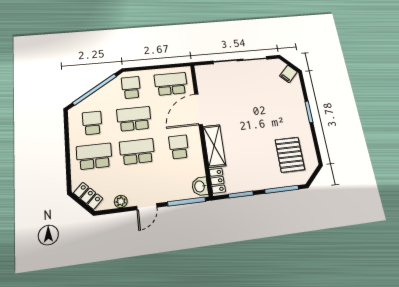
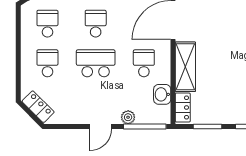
school desk: (134, 119) -> (96, 24), width x0.54
school desk: (94, 156) -> (47, 63), width x0.54
washbasin: (200, 186) -> (162, 94), moved
plant: (121, 201) -> (128, 117), moved

